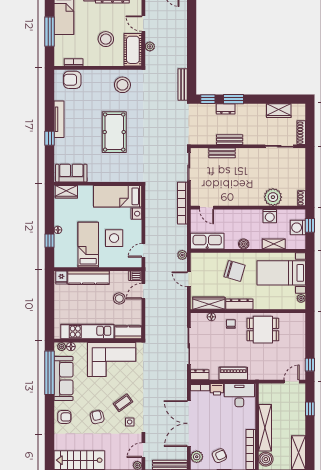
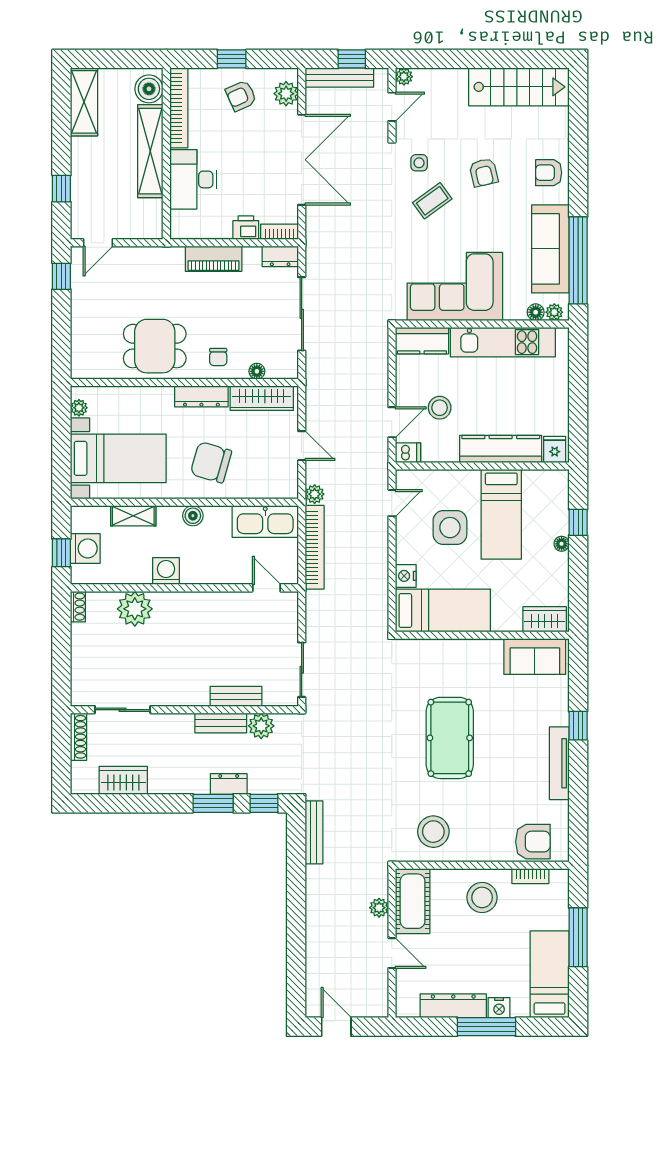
stool: (106, 39) -> (482, 897), moved
plant: (209, 138) -> (261, 726), added
bookcase: (182, 203) -> (315, 547), moved
washing machine: (270, 216) -> (166, 571), moved
desk: (239, 395) -> (193, 179), moved, turned 90

